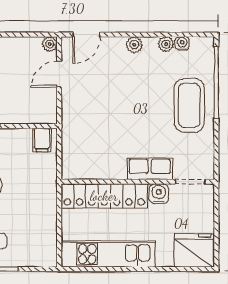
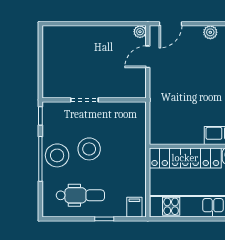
filing cabinet: (42, 140) -> (134, 207), moved, turned 180

